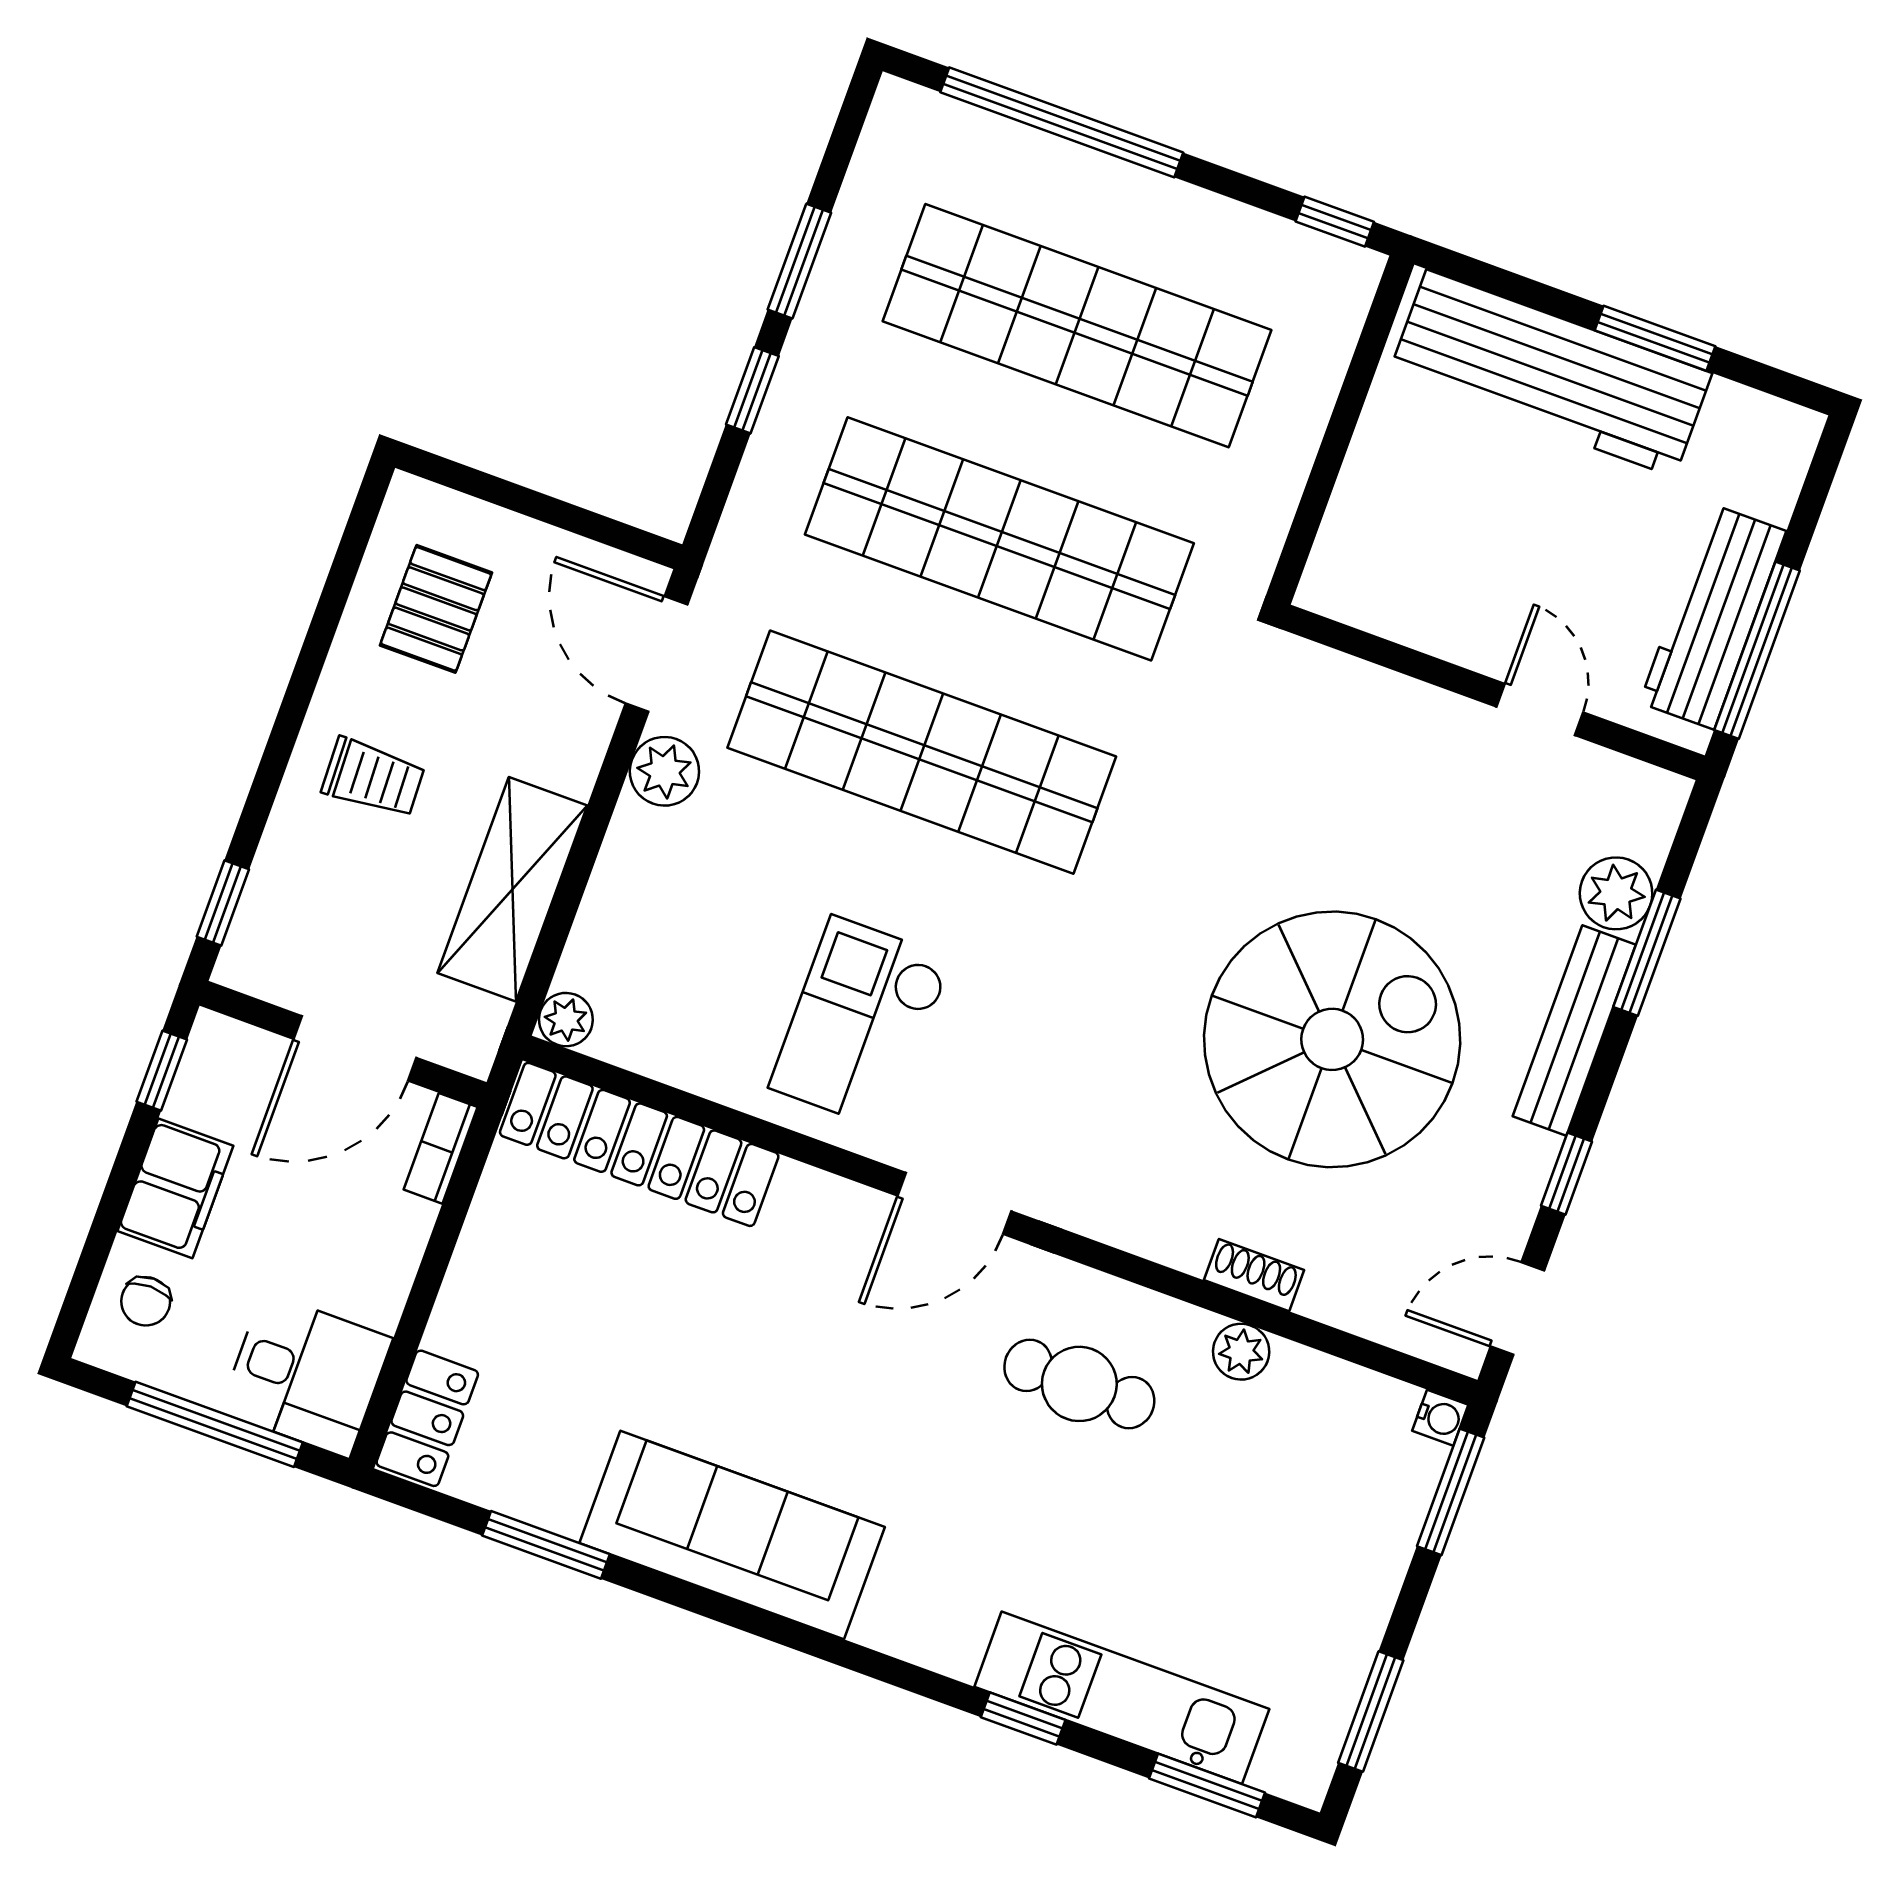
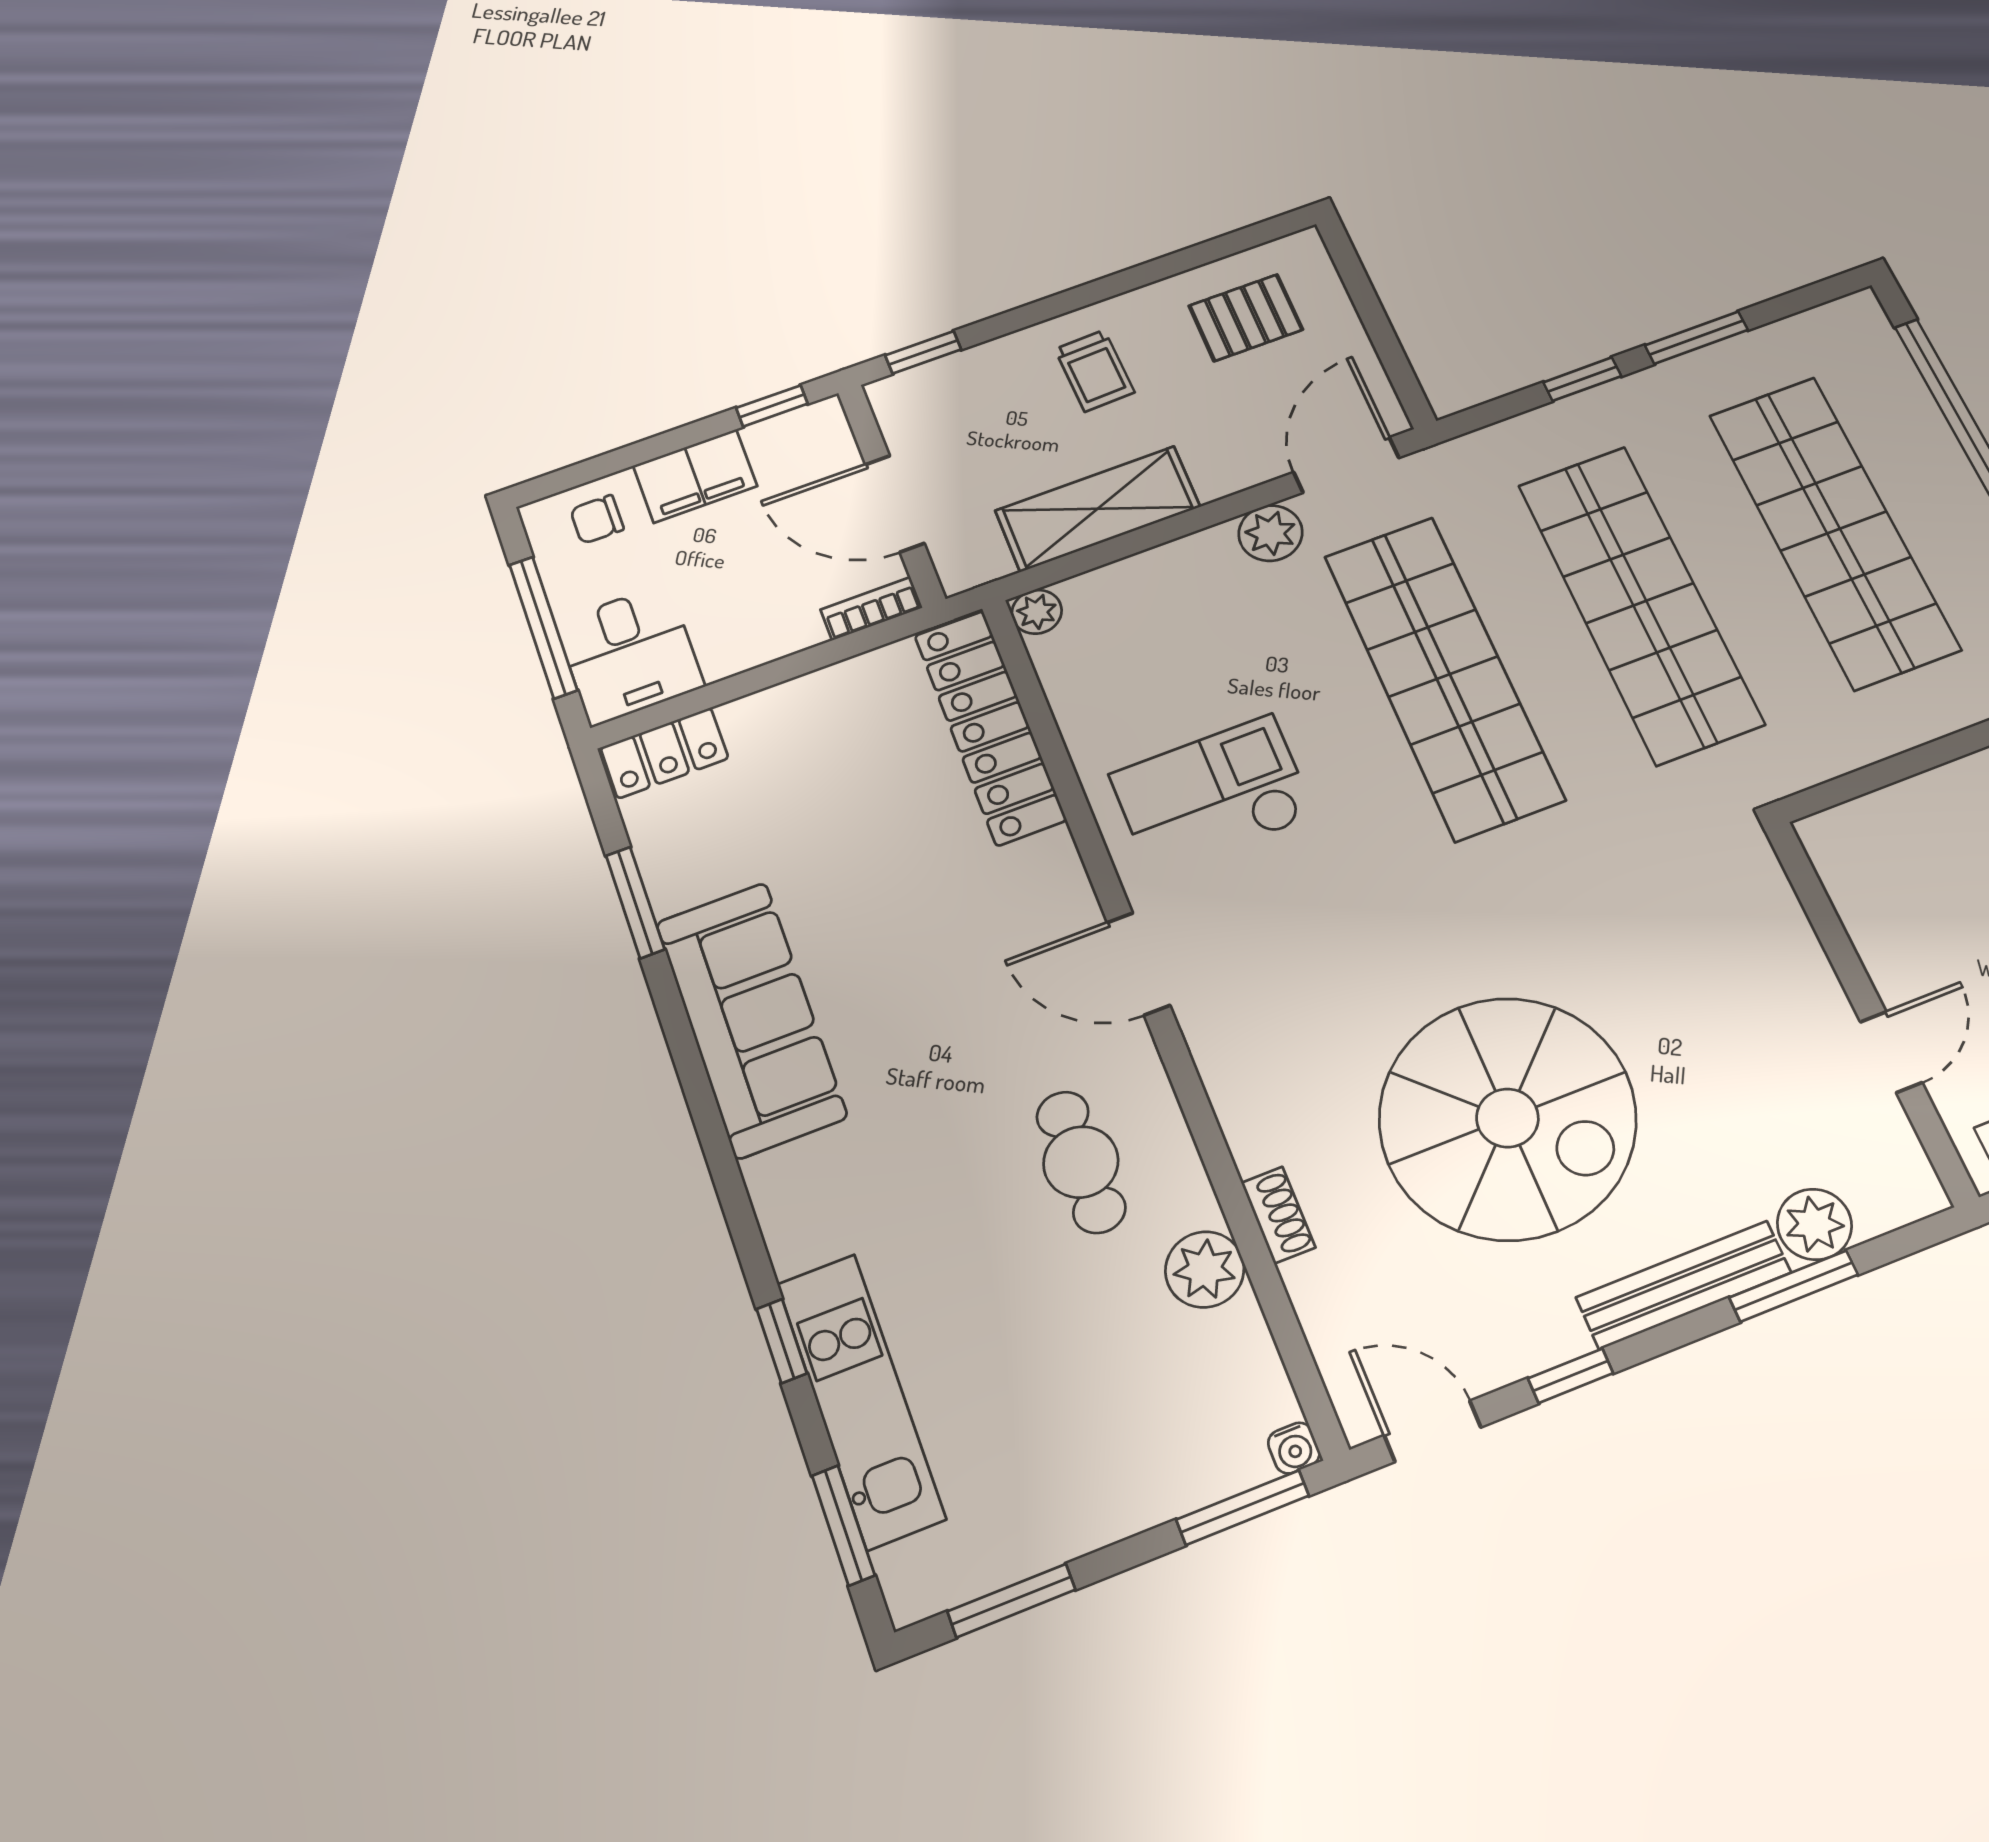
plant: (1241, 1352) -> (1205, 1269), width x1.38, depth x1.38

